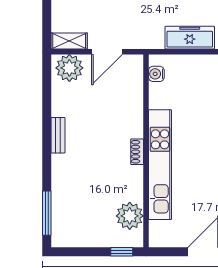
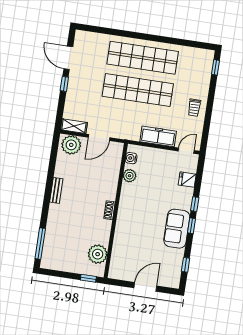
plant: (158, 99) -> (130, 176), added
kitchen unit: (160, 165) -> (124, 222), removed

